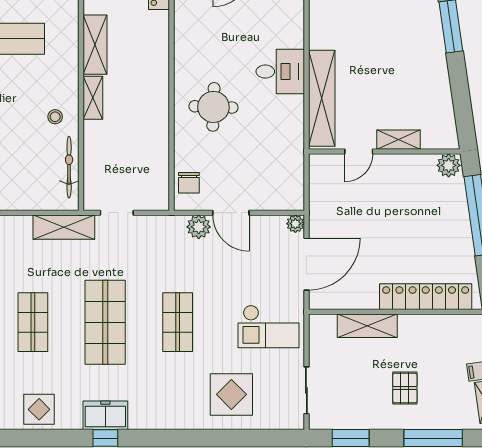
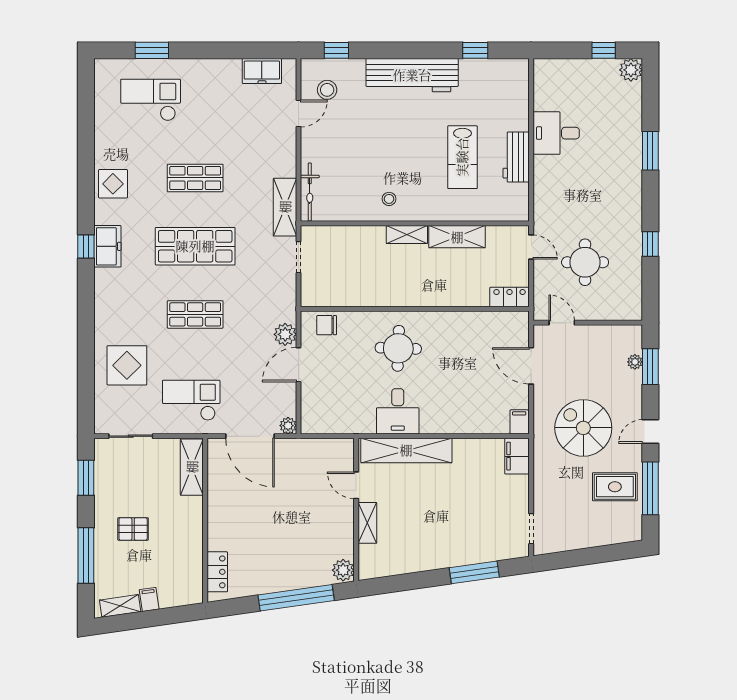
desk: (280, 72) -> (398, 411), moved
bicycle: (69, 167) -> (310, 192), moved, turned 90
locker: (426, 297) -> (217, 572), width x0.46, depth x0.83
checkout: (269, 326) -> (191, 400), turned 90
shelving: (367, 326) -> (192, 467), moved

